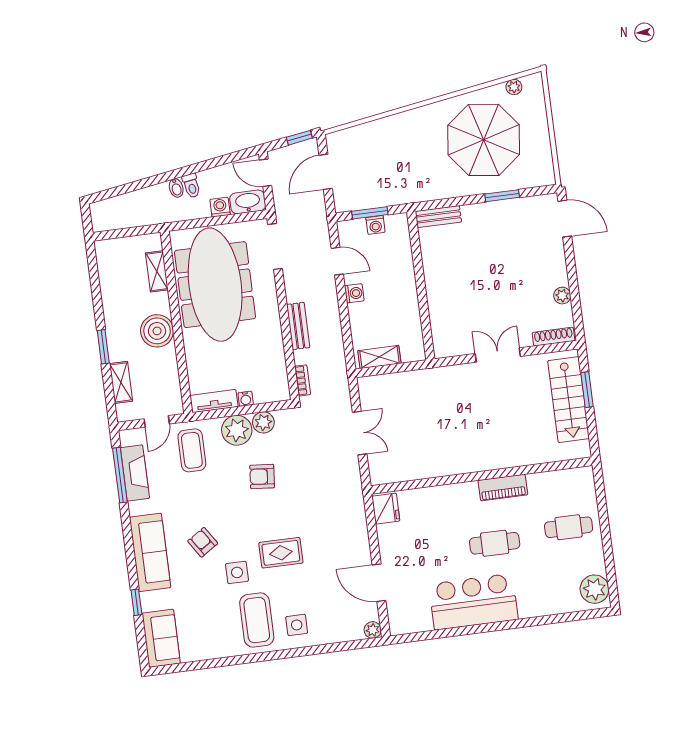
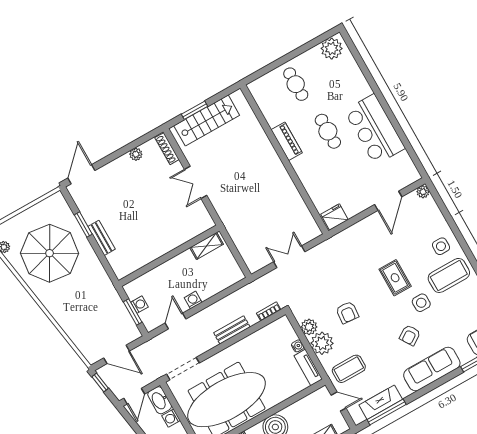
bench: (438, 217) -> (102, 238), moved
shelving: (379, 357) -> (207, 246), moved, turned 90

